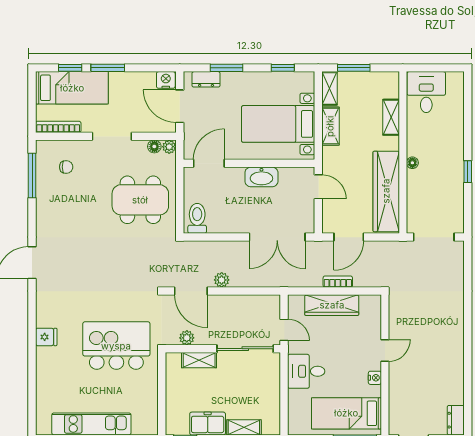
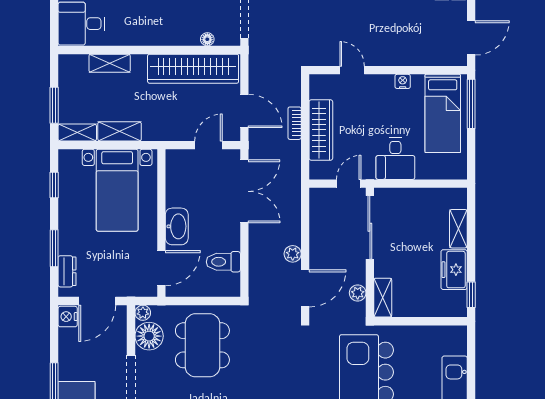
floor lamp: (154, 146) -> (149, 336), width x1.89, depth x1.89
door: (209, 163) -> (161, 268), swing flipped
floor lamp: (412, 163) -> (207, 39), moved
washbasin: (261, 177) -> (177, 226), moved
door: (318, 187) -> (209, 145), moved
toilet: (197, 218) -> (223, 262), moved
door: (385, 351) -> (352, 70), moved
shelving: (199, 360) -> (383, 298), moved

